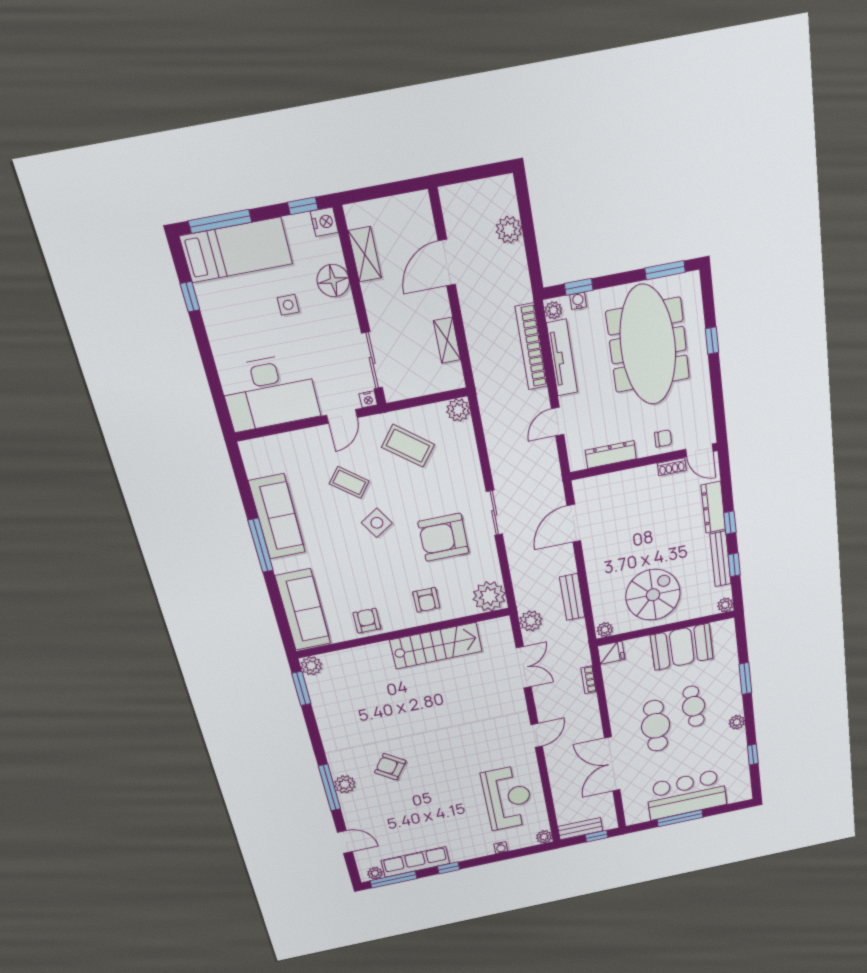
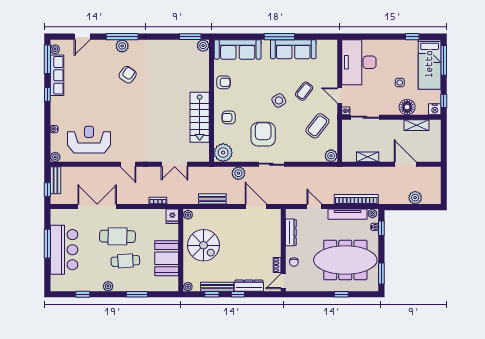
plant: (531, 621) -> (238, 173), moved
reception desk: (508, 798) -> (89, 140), turned 180

